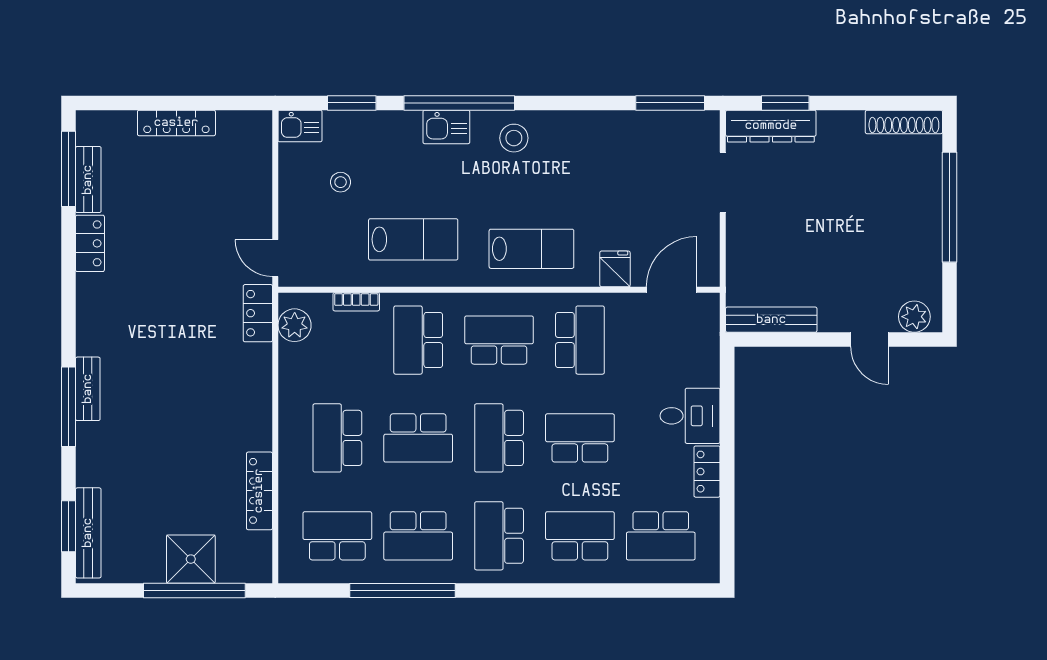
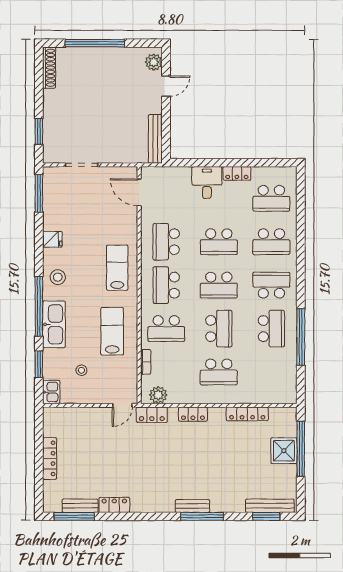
dresser: (771, 126) -> (51, 139), removed
kitchen sink: (446, 127) -> (54, 324), width x1.88, depth x1.24
fridge: (615, 269) -> (52, 239), moved, turned 180
school desk: (580, 340) -> (166, 242), turned -90
locker: (259, 390) -> (193, 414), added
school desk: (580, 438) -> (219, 242), turned -90
school desk: (337, 536) -> (271, 372), removed
school desk: (499, 536) -> (271, 285), turned 180
school desk: (580, 536) -> (271, 242), turned -90
school desk: (661, 536) -> (271, 198), turned 90

